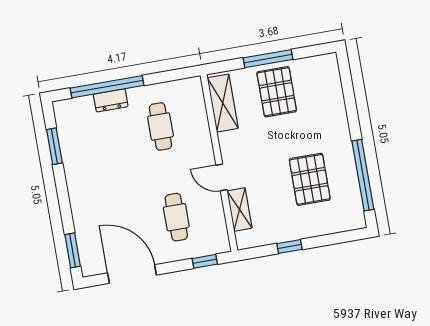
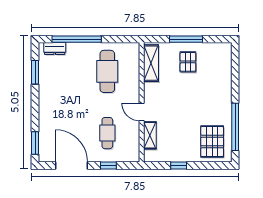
pallet: (277, 92) -> (188, 62), width x0.67, depth x0.71
dresser: (111, 100) -> (55, 48), moved
cafe table: (160, 126) -> (107, 71), width x1.37, depth x1.35
pallet: (310, 179) -> (212, 141), moved
window: (205, 261) -> (108, 165), moved

